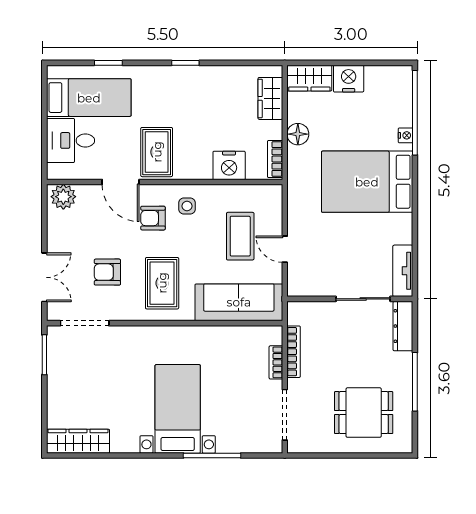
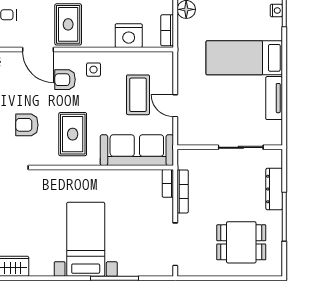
bed: (367, 182) -> (244, 58), width x0.67
tv unit: (403, 271) -> (274, 98), moved
dresser: (403, 326) -> (274, 189), moved
bookcase: (276, 362) -> (168, 183), moved

